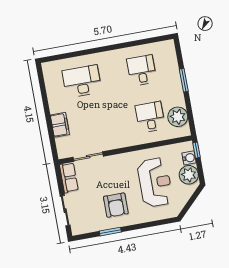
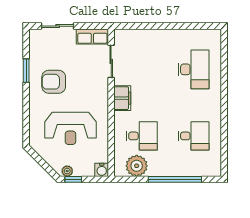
window: (184, 80) -> (175, 179), width x2.11
filing cabinet: (60, 125) -> (122, 98), moved, turned -90
window: (196, 150) -> (73, 179), moved
water cooler: (189, 158) -> (102, 170), moved
plant: (189, 175) -> (67, 171), width x0.53, depth x0.53

